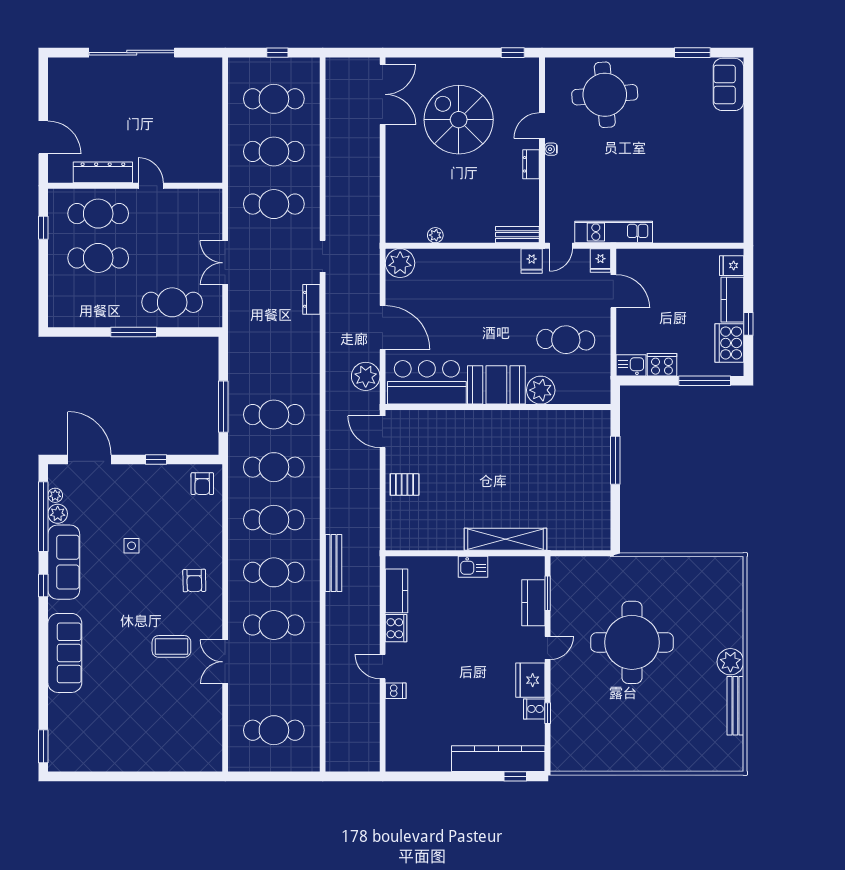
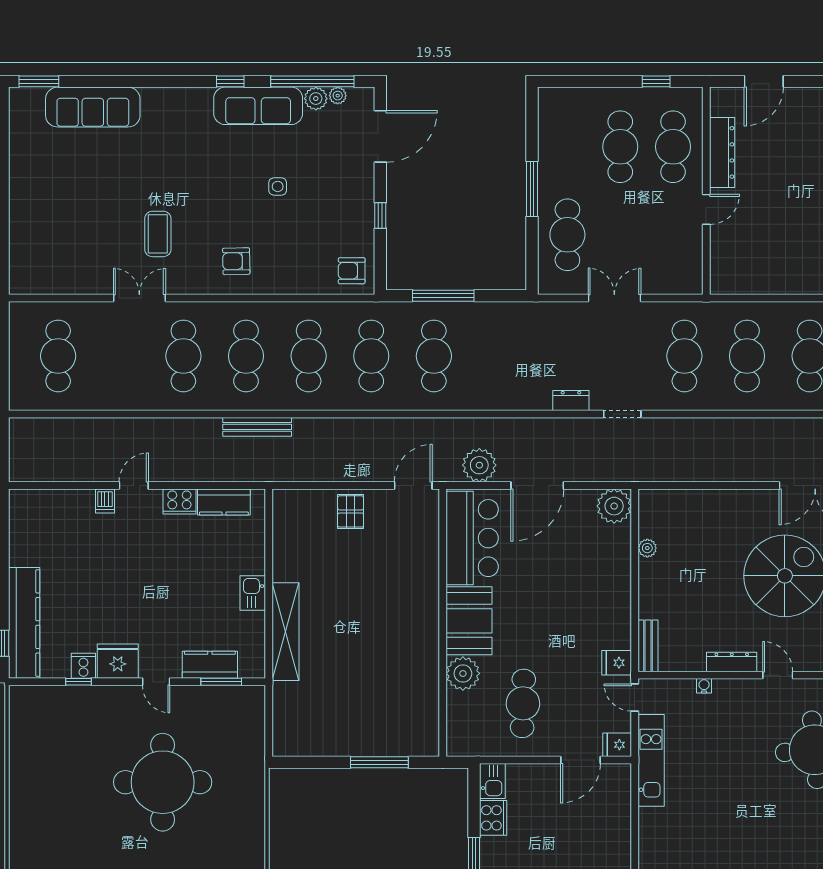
water cooler: (551, 149) -> (704, 686), moved
dresser: (531, 164) -> (732, 662), width x1.44
sofa: (65, 653) -> (93, 107), moved

